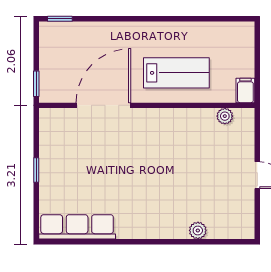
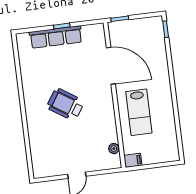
wheelchair: (151, 179) -> (65, 104), added
row of seats: (77, 227) -> (56, 37), moved, turned 90
plant: (198, 230) -> (34, 140), removed

